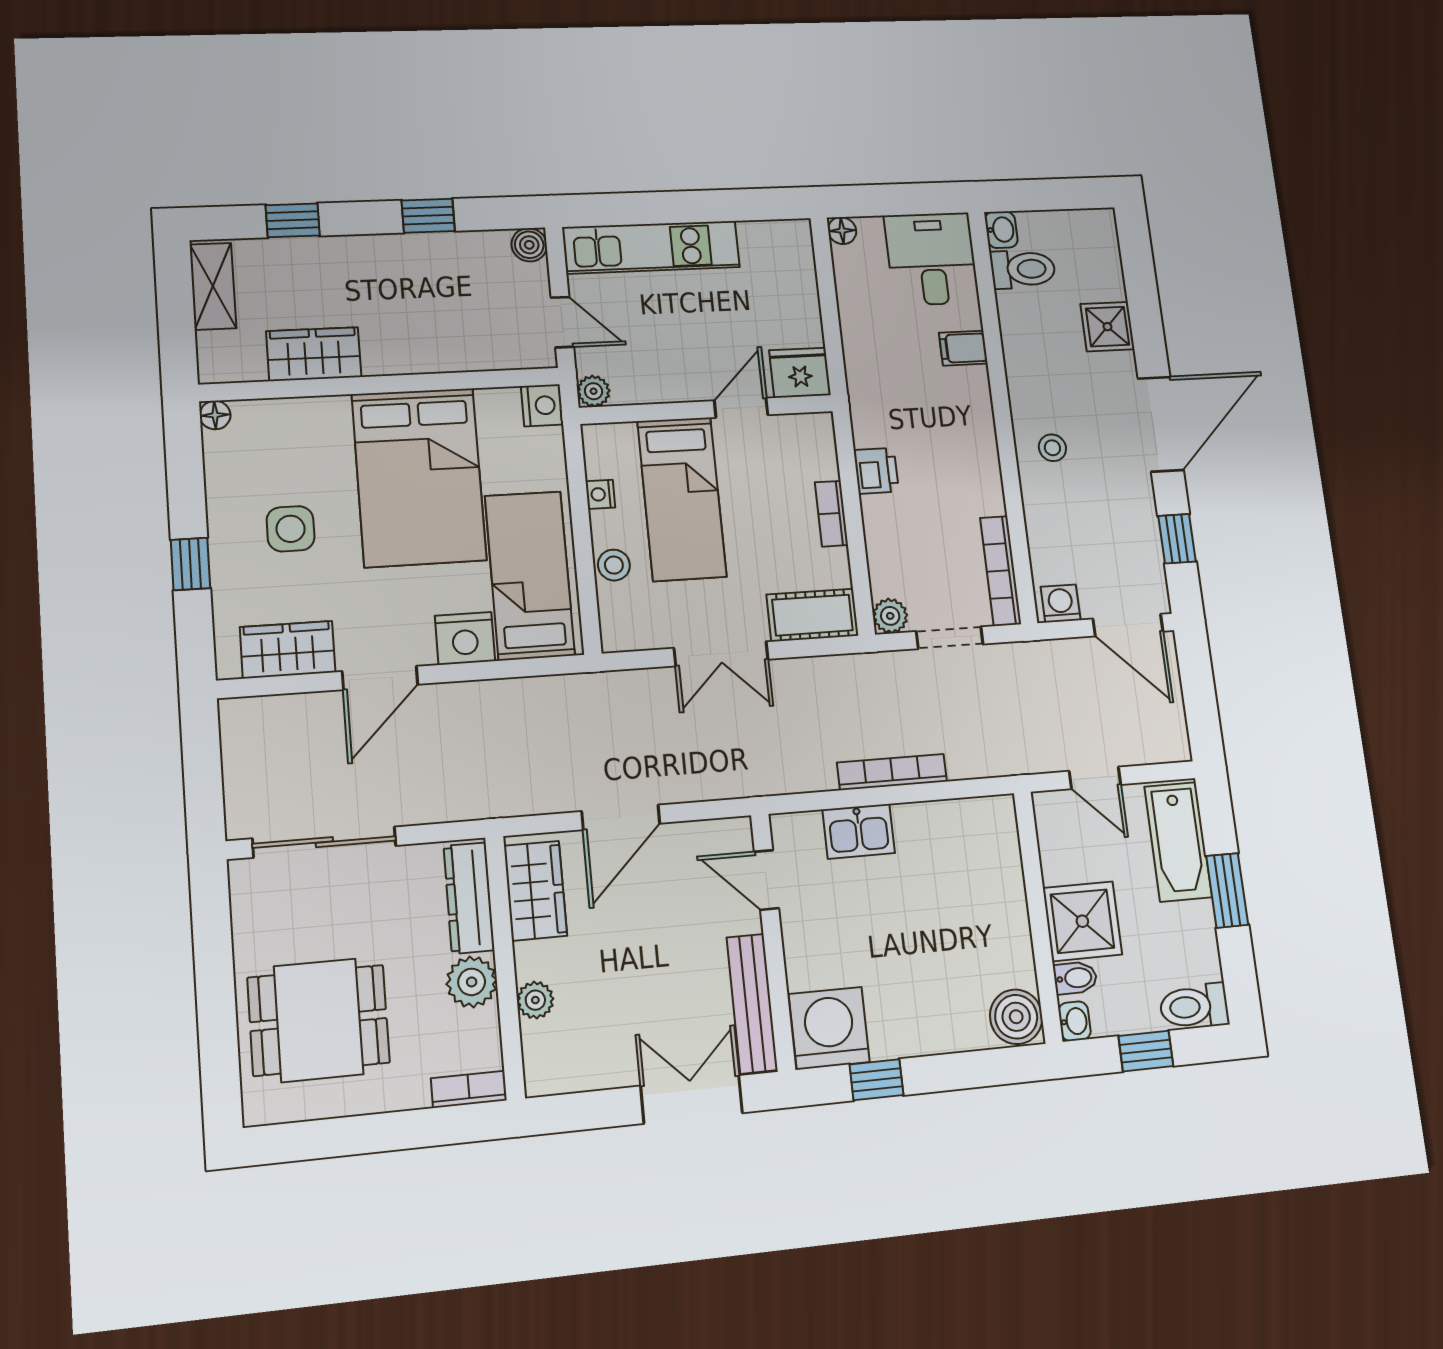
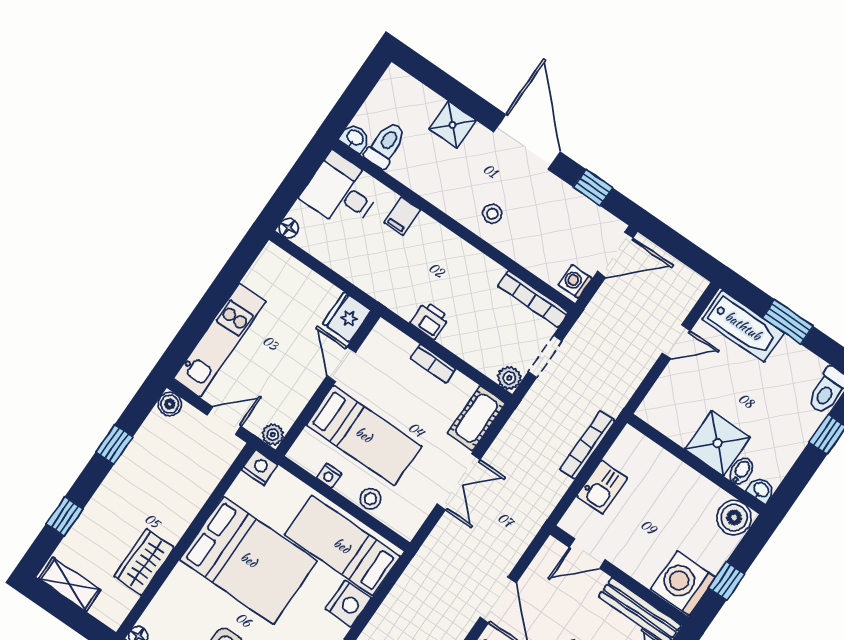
wall: (1038, 916) -> (696, 464), moved
shower: (1082, 921) -> (718, 443), moved
bidet: (1075, 978) -> (741, 471), moved
boiler: (1016, 1017) -> (734, 518), moved
washbasin: (1075, 1021) -> (761, 490), moved

